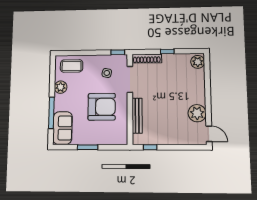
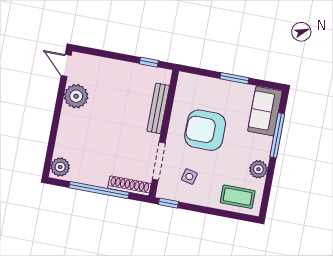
window: (167, 52) -> (99, 190), width x3.17

